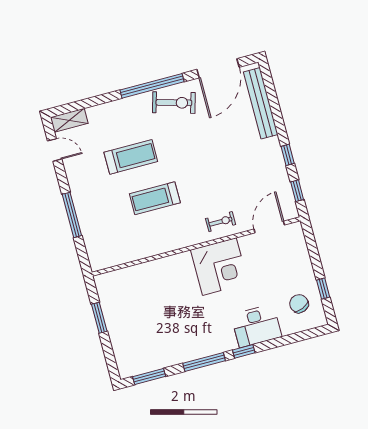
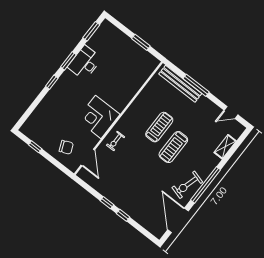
bench: (261, 103) -> (180, 84), moved
shelving: (69, 120) -> (225, 147), moved
treadmill: (131, 157) -> (173, 147), moved
window: (297, 191) -> (123, 215), moved
chair: (299, 304) -> (66, 147), moved
desk: (256, 326) -> (85, 63), moved
window: (204, 362) -> (68, 61), width x0.69

